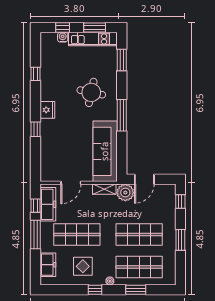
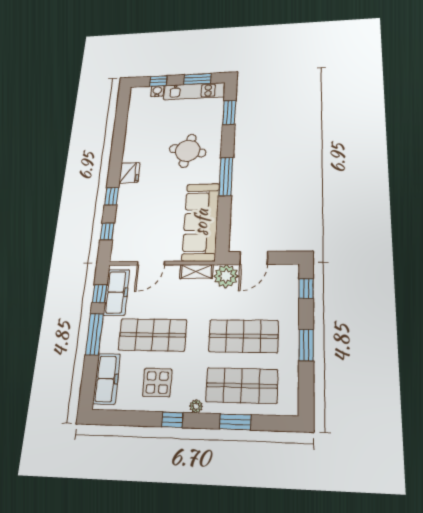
window: (35, 74) -> (107, 231), moved
freezer: (48, 265) -> (107, 379), width x1.40

